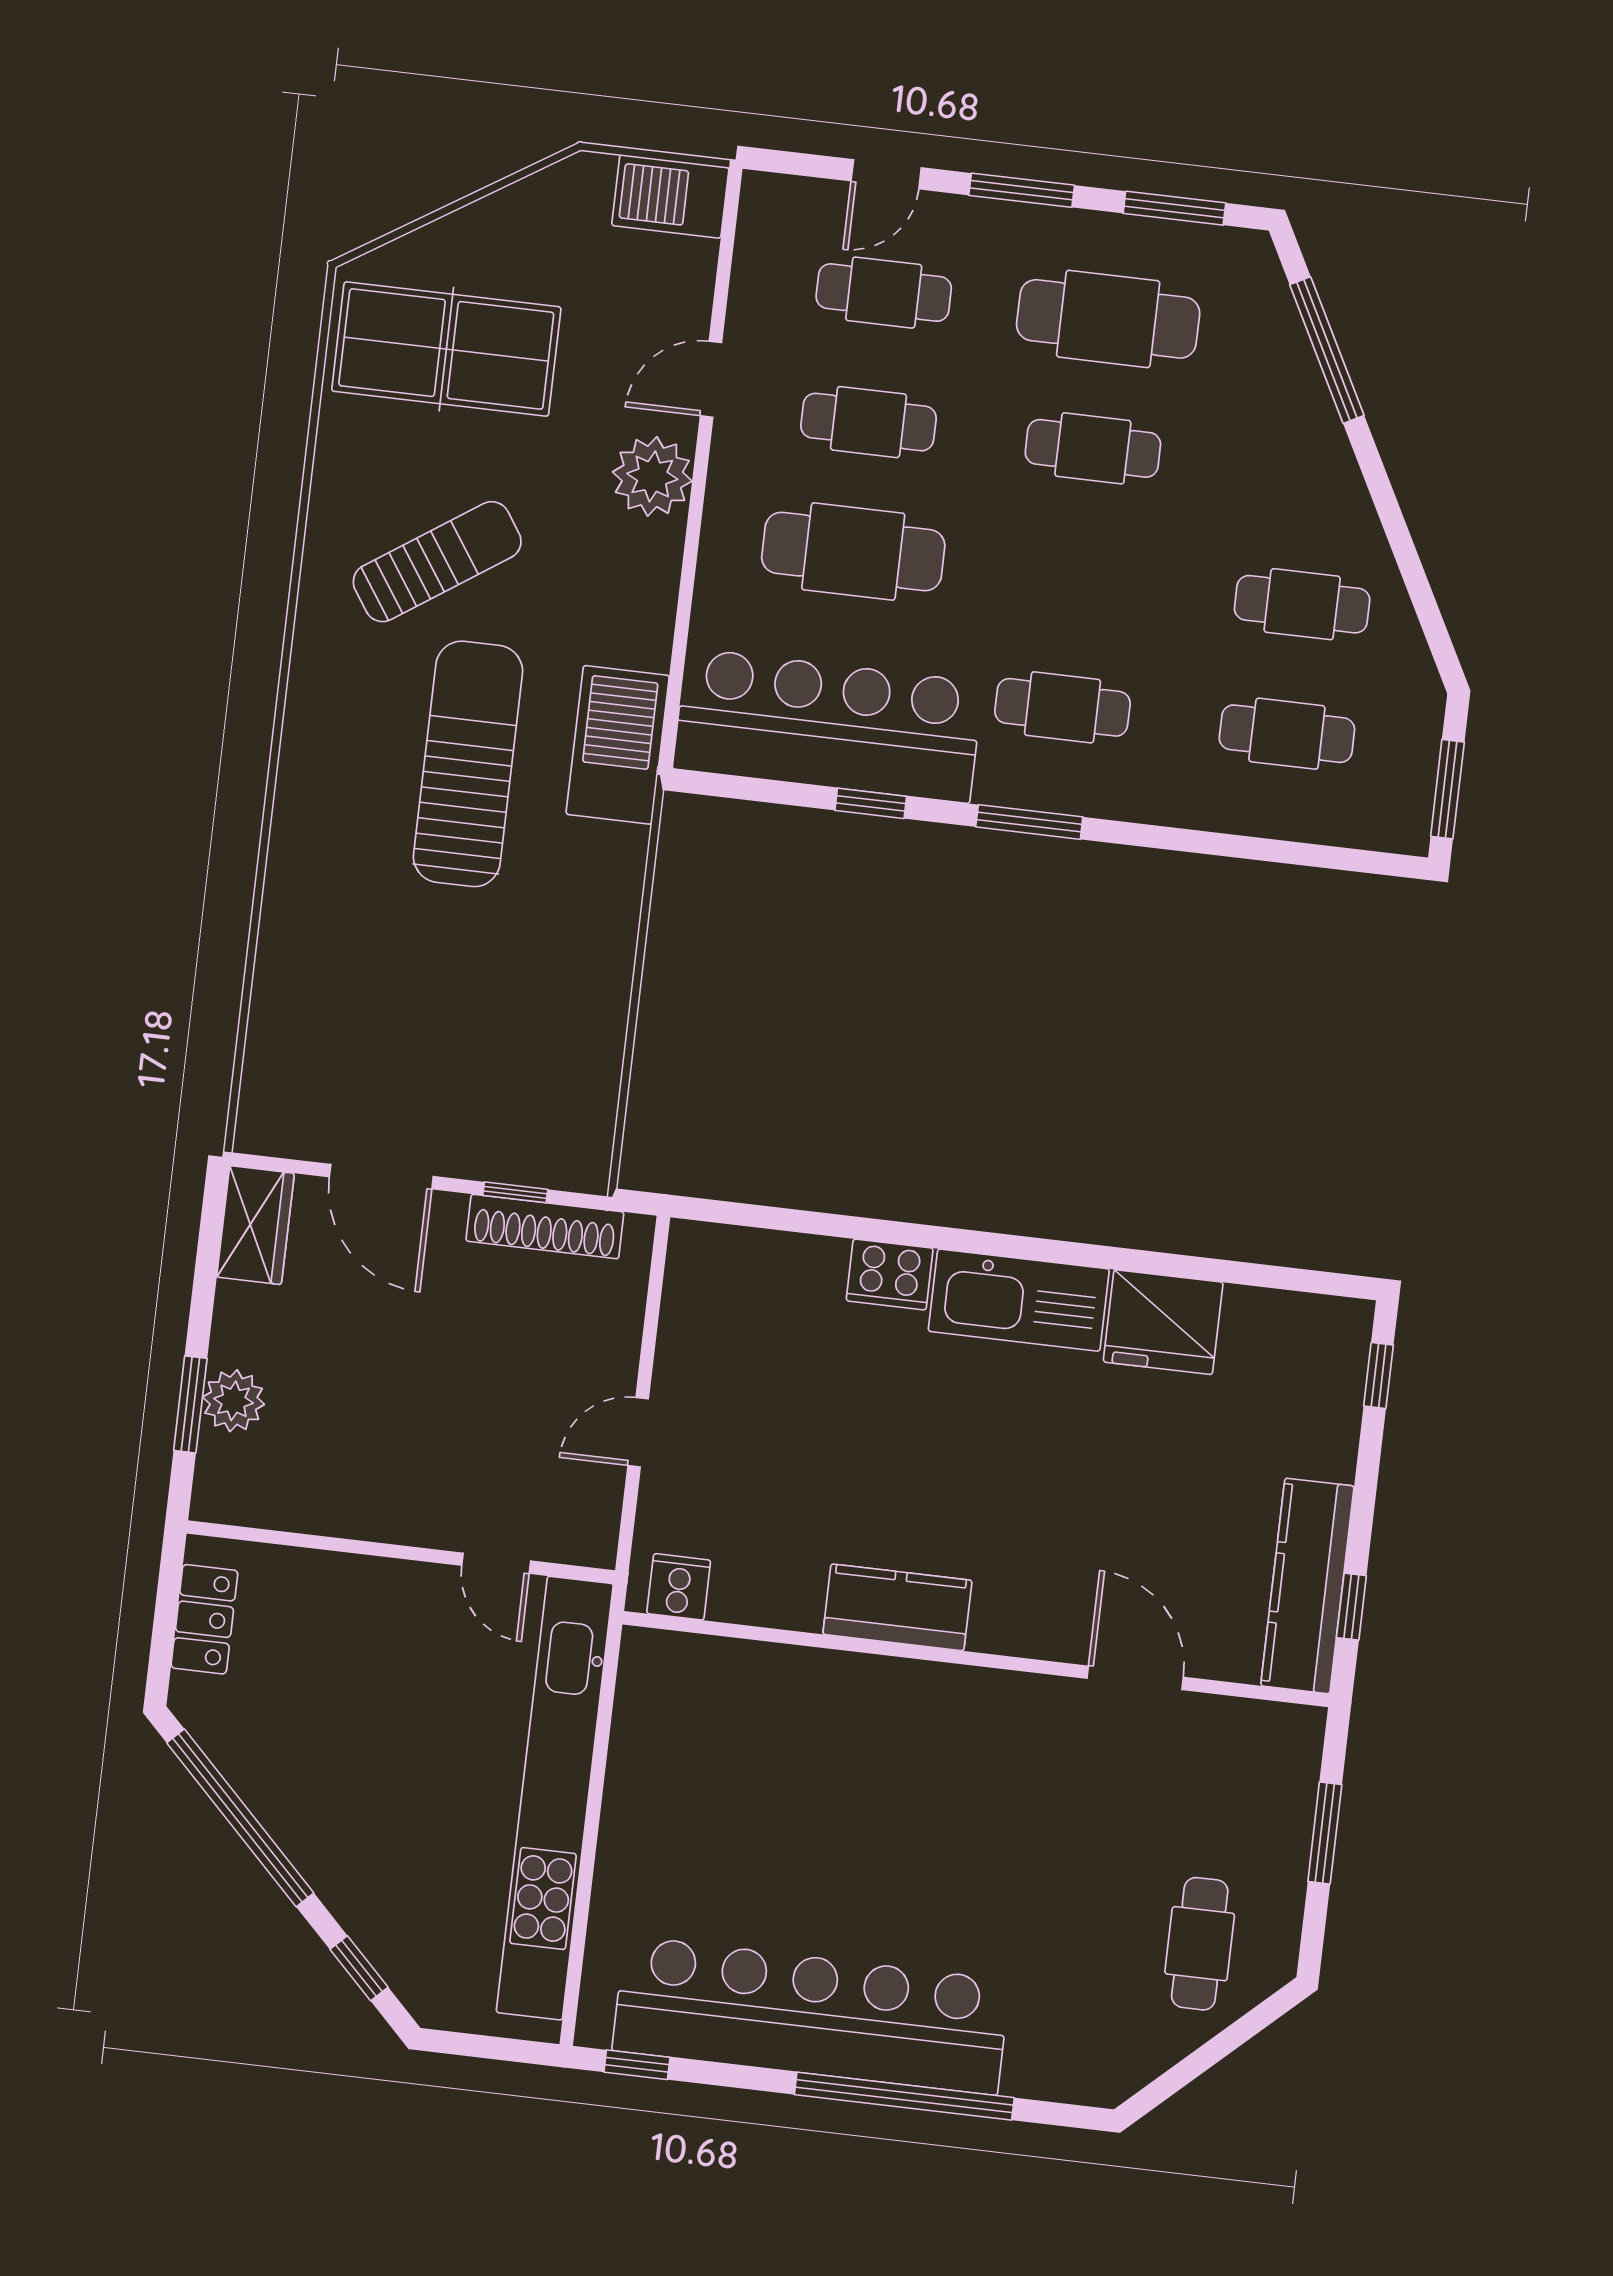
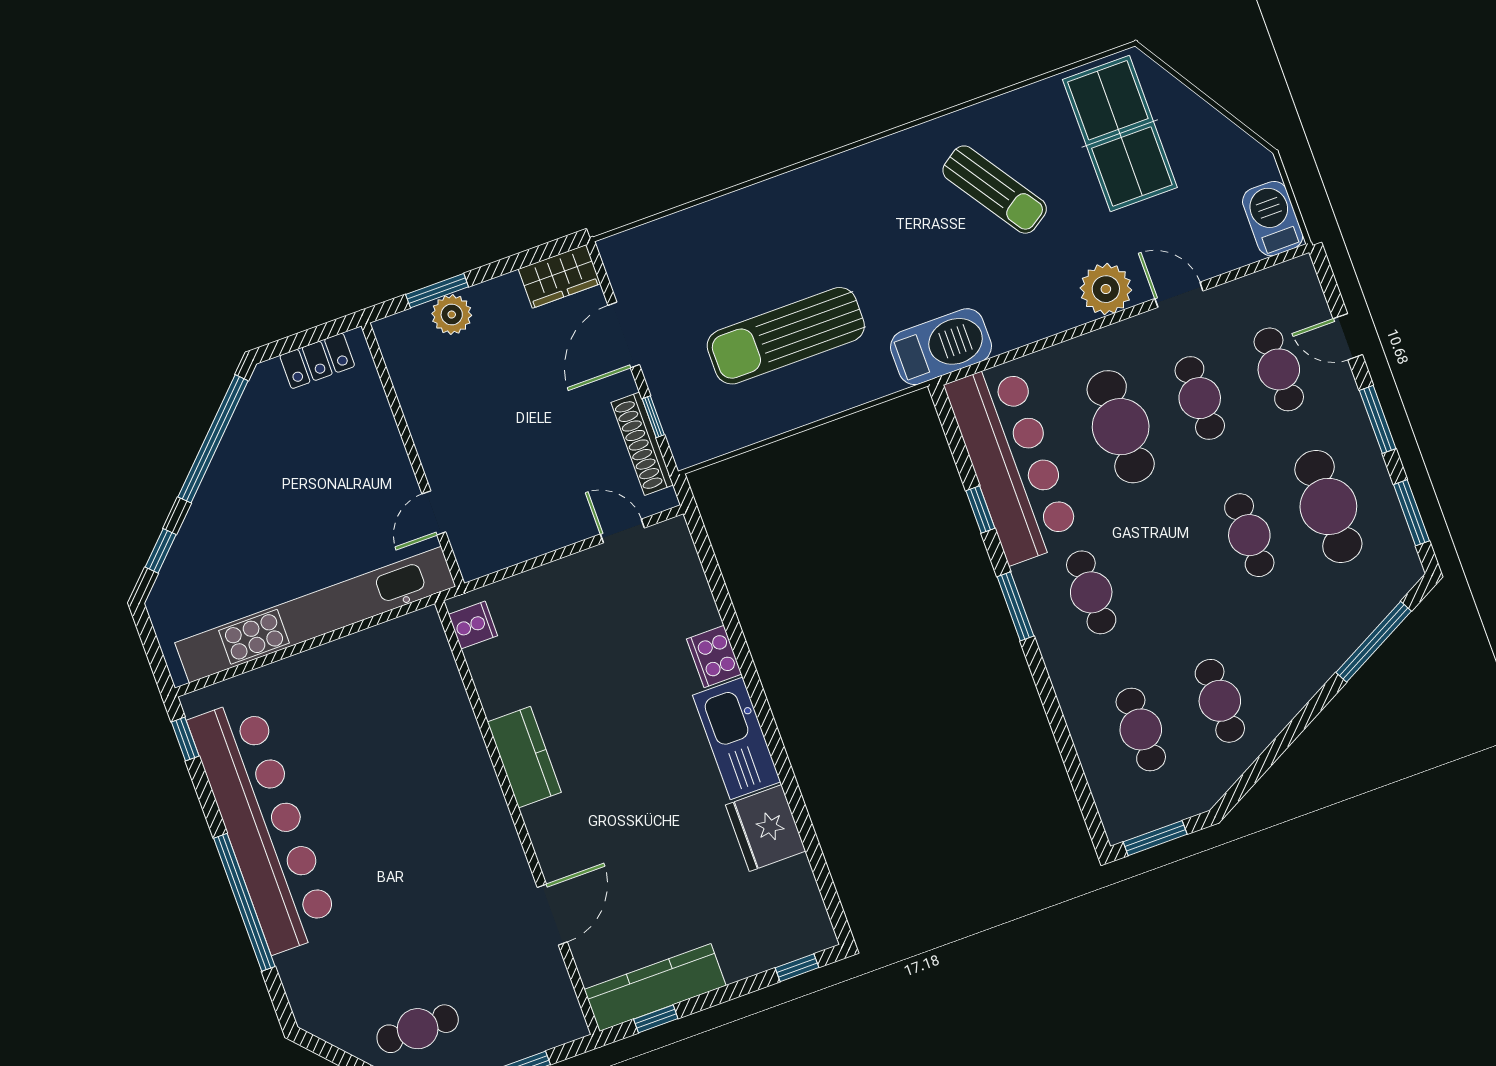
sun lounger: (468, 764) -> (786, 336), moved, turned 180
door: (638, 1432) -> (622, 531), moved

